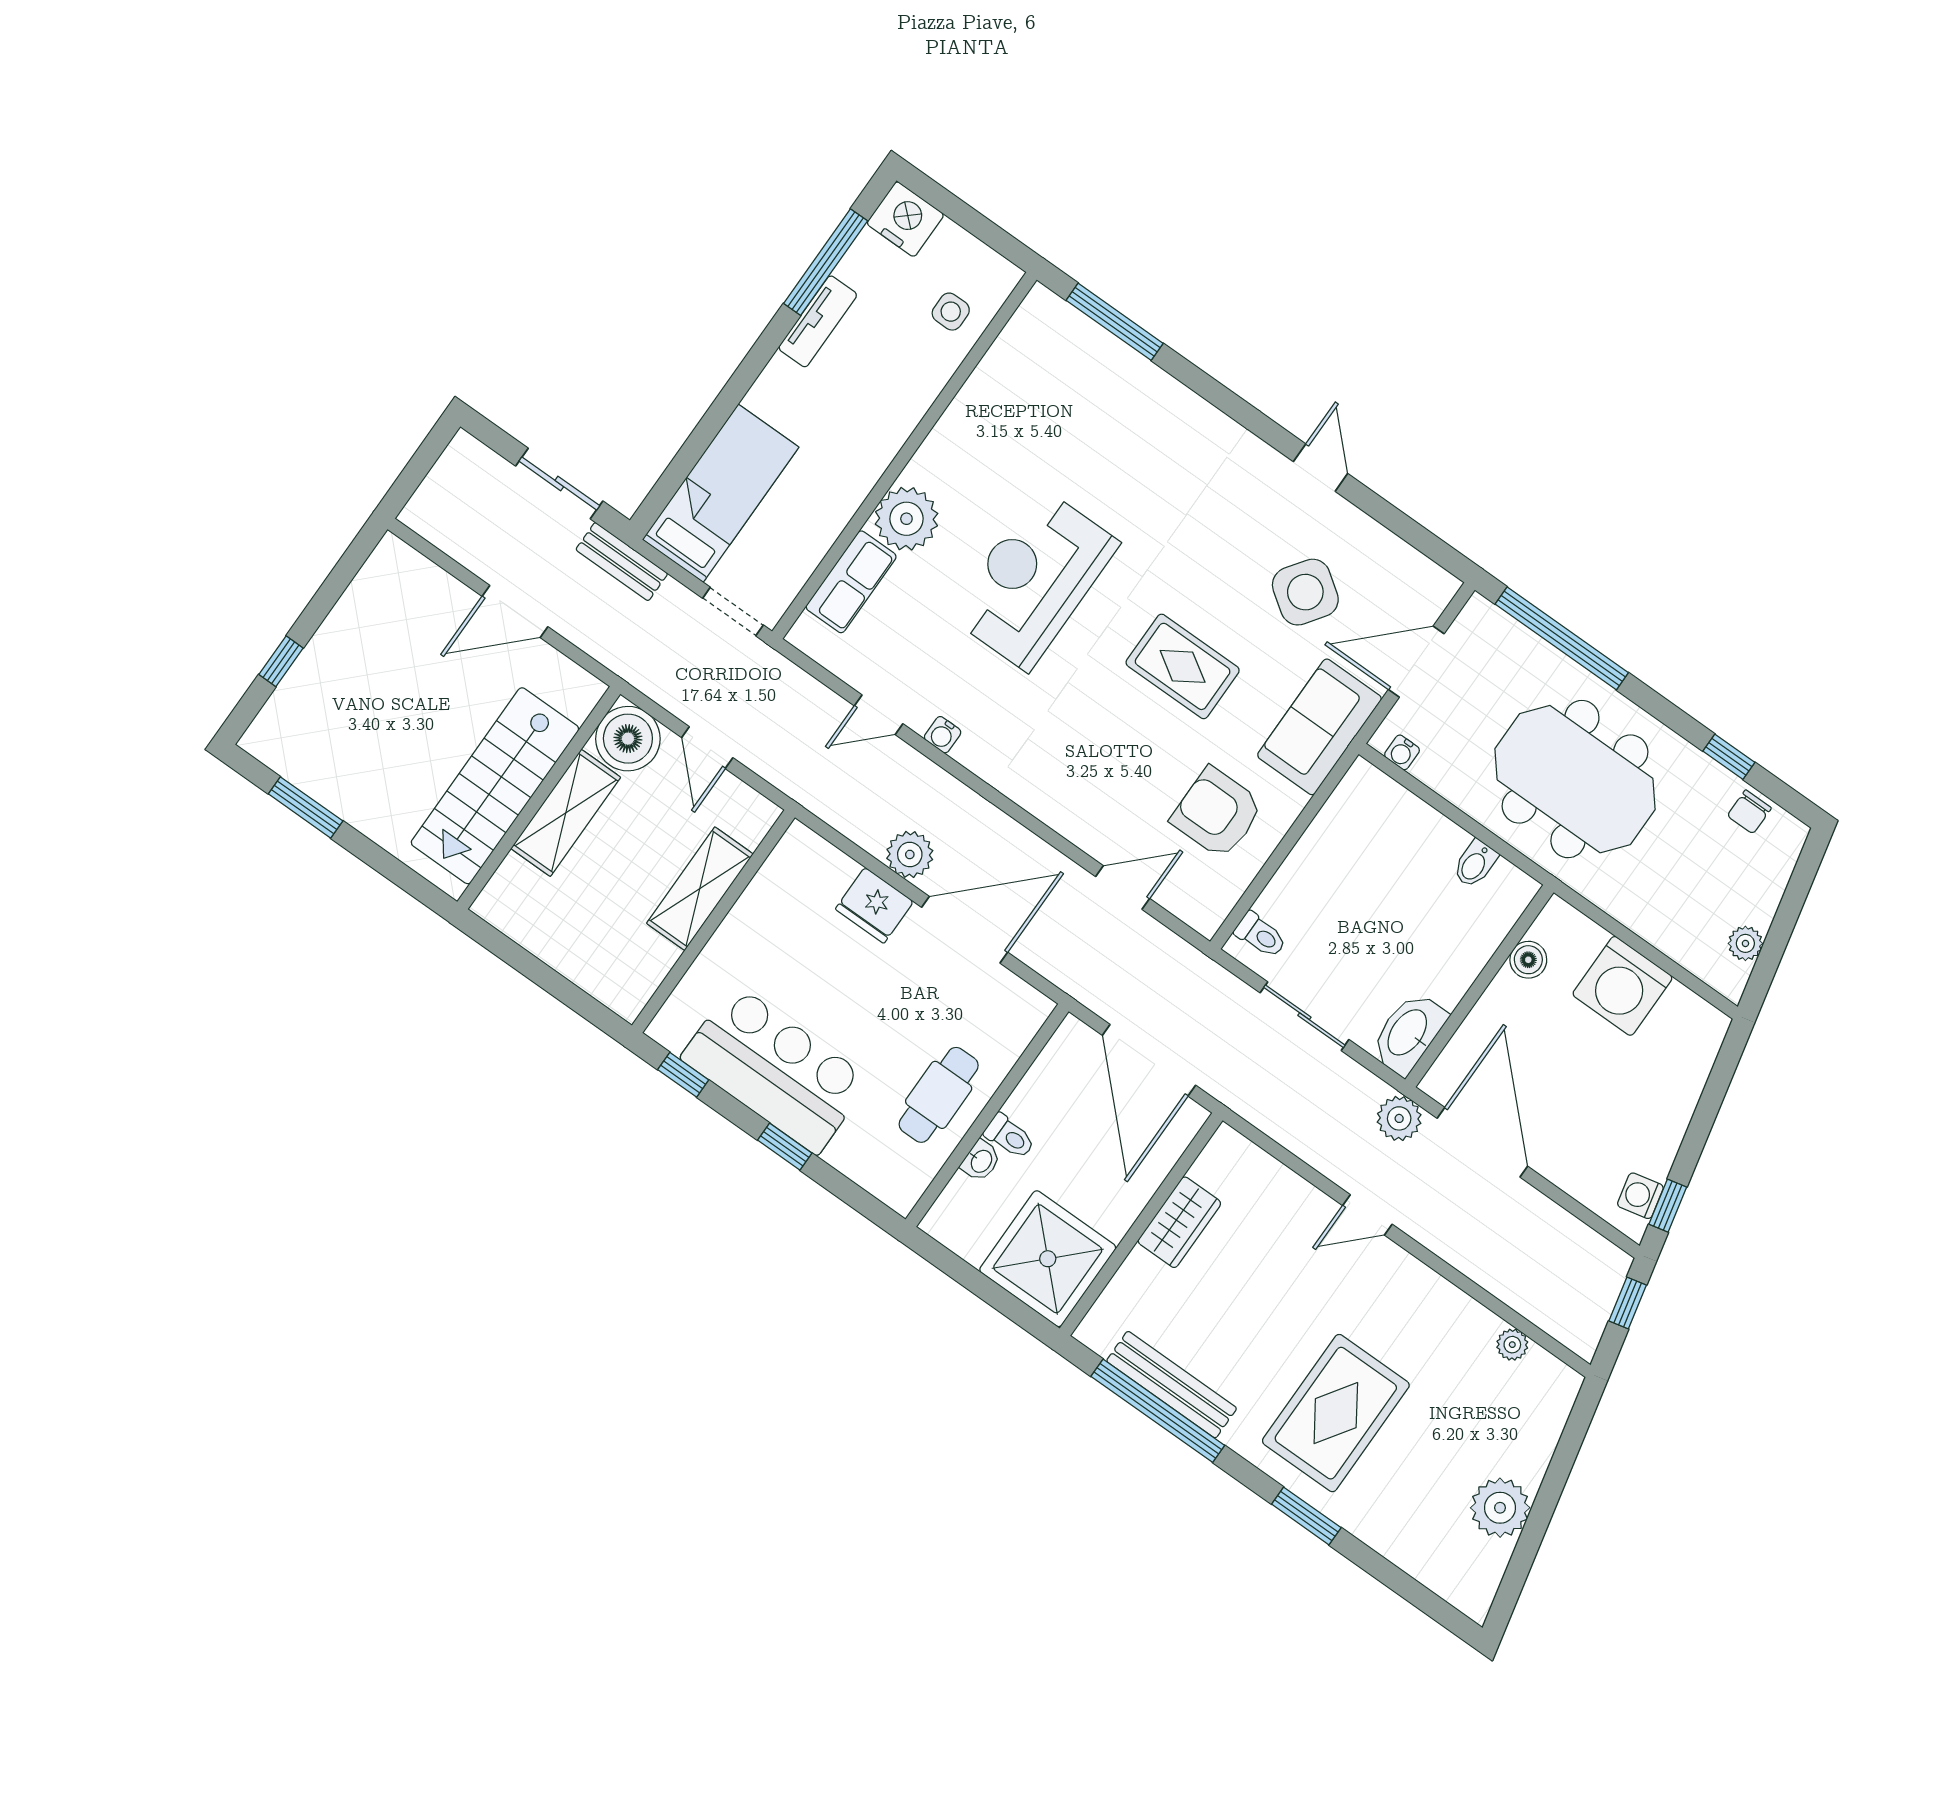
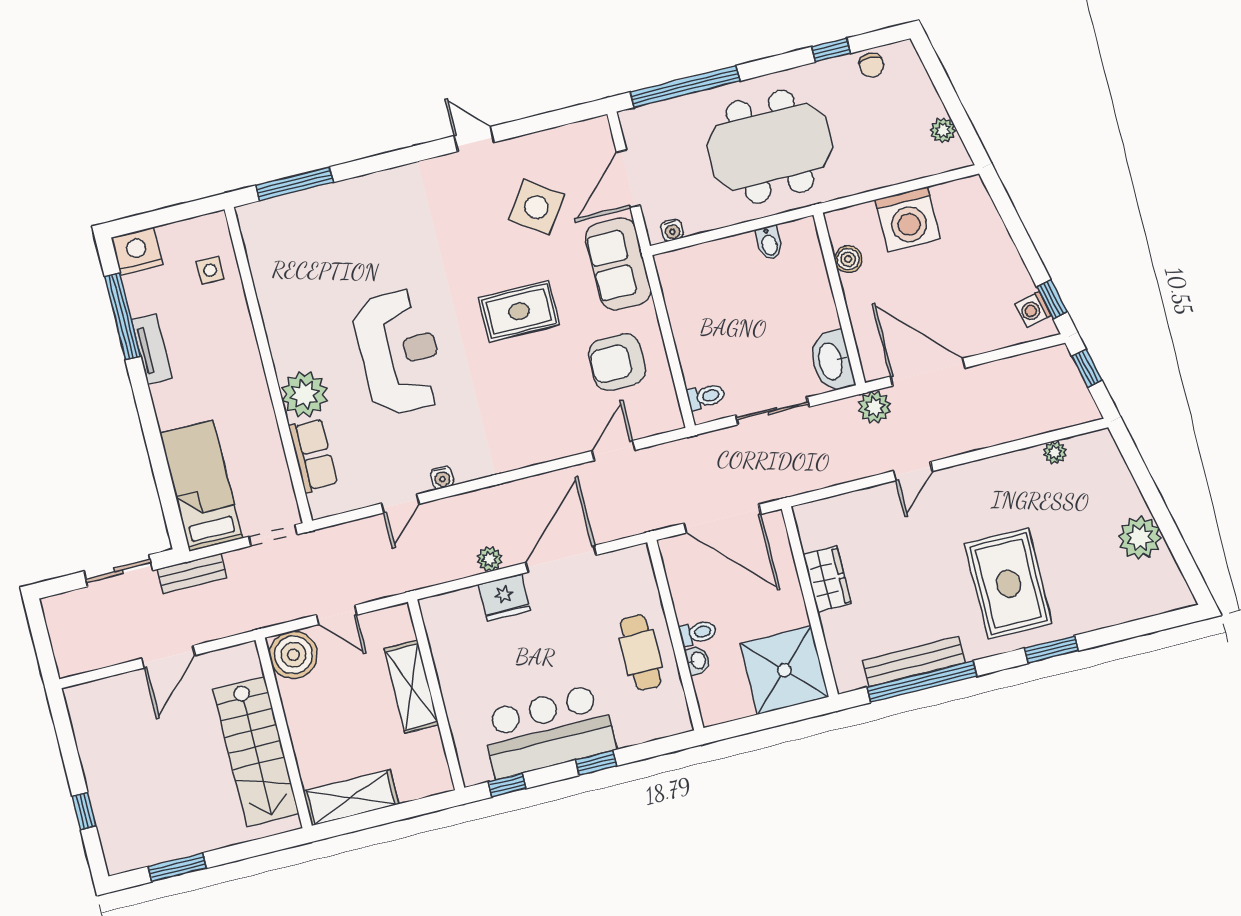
reception desk: (1034, 579) -> (399, 352), turned 180
shelving: (566, 813) -> (351, 798), moved, turned 90
plant: (910, 854) -> (490, 559), width x0.73, depth x0.73

